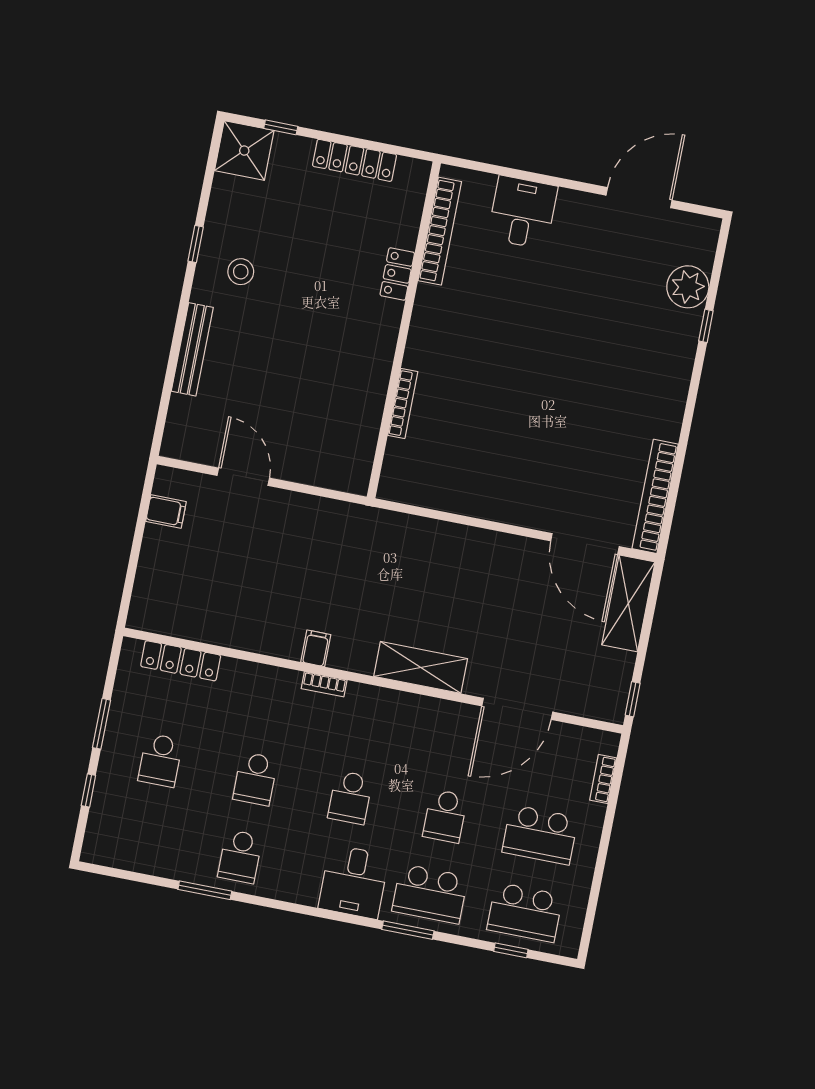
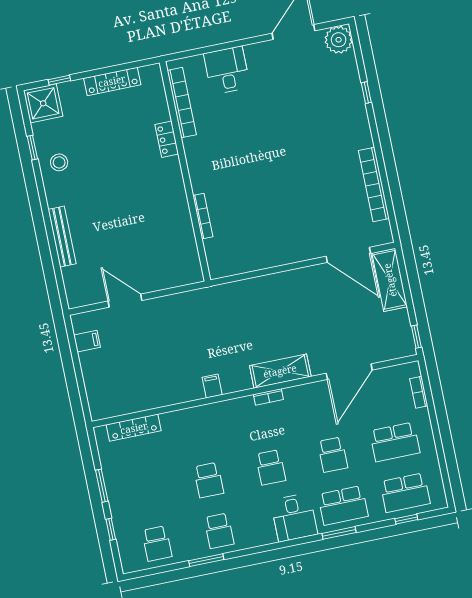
window: (196, 244) -> (32, 148), moved
stool: (241, 272) -> (59, 162), moved
plant: (688, 287) -> (339, 40), moved
bookcase: (655, 496) -> (374, 185), moved
bookcase: (324, 684) -> (268, 397), moved
school desk: (160, 760) -> (157, 544), moved

